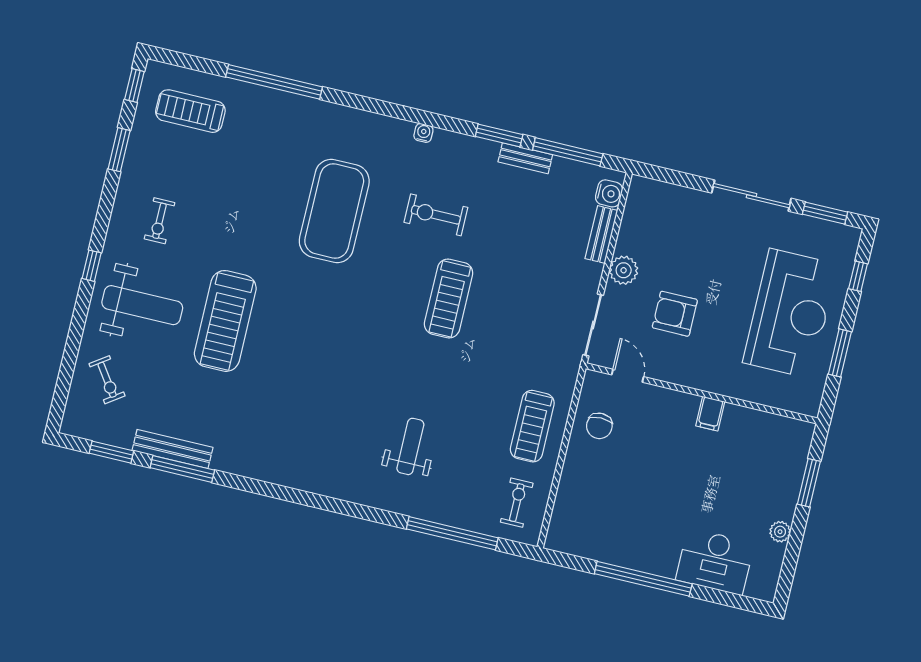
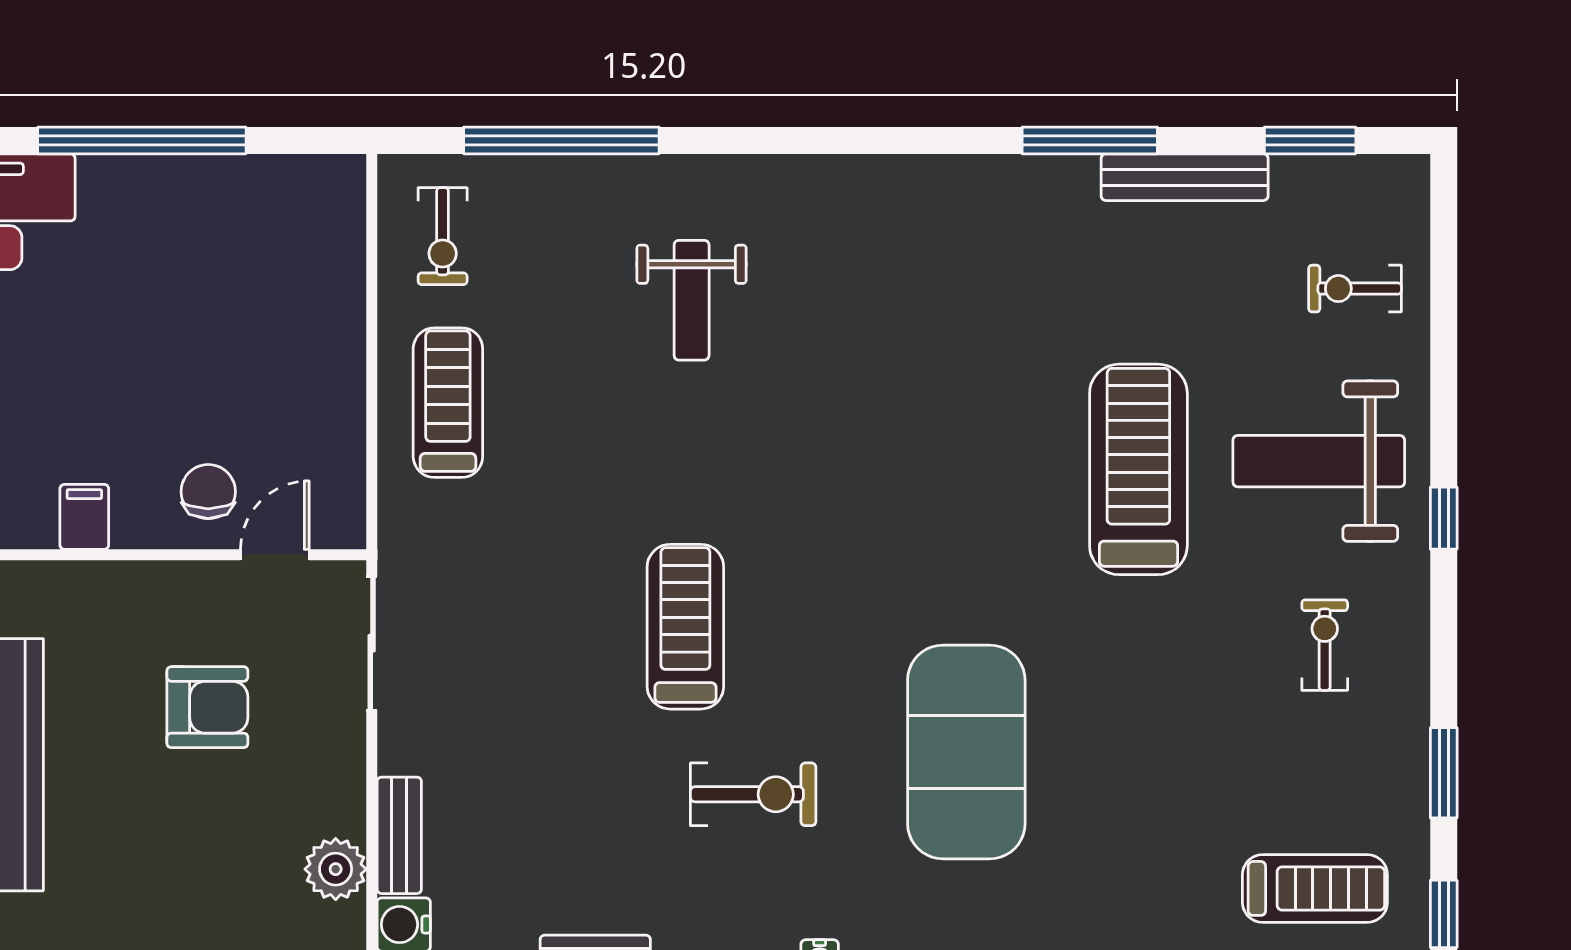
plant: (624, 270) -> (336, 869), moved
door: (628, 376) -> (275, 555), swing flipped
exercise bike: (107, 380) -> (1355, 289), turned -55
chair: (599, 426) -> (208, 492), moved
window: (182, 469) -> (1090, 140), moved

